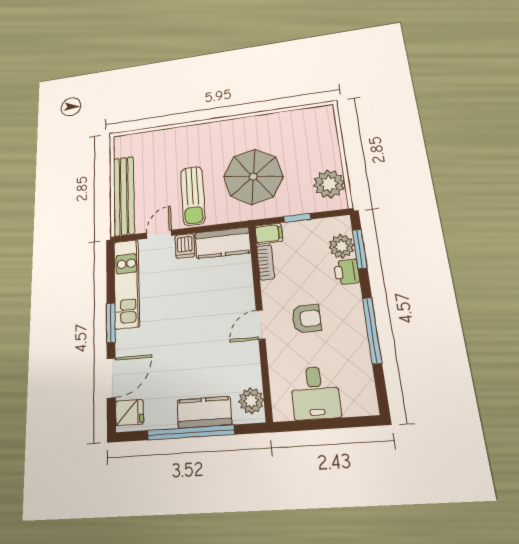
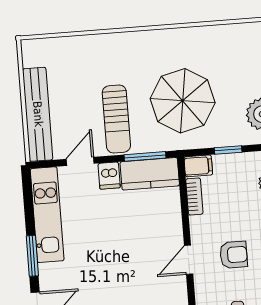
window: (218, 227) -> (145, 156), added

